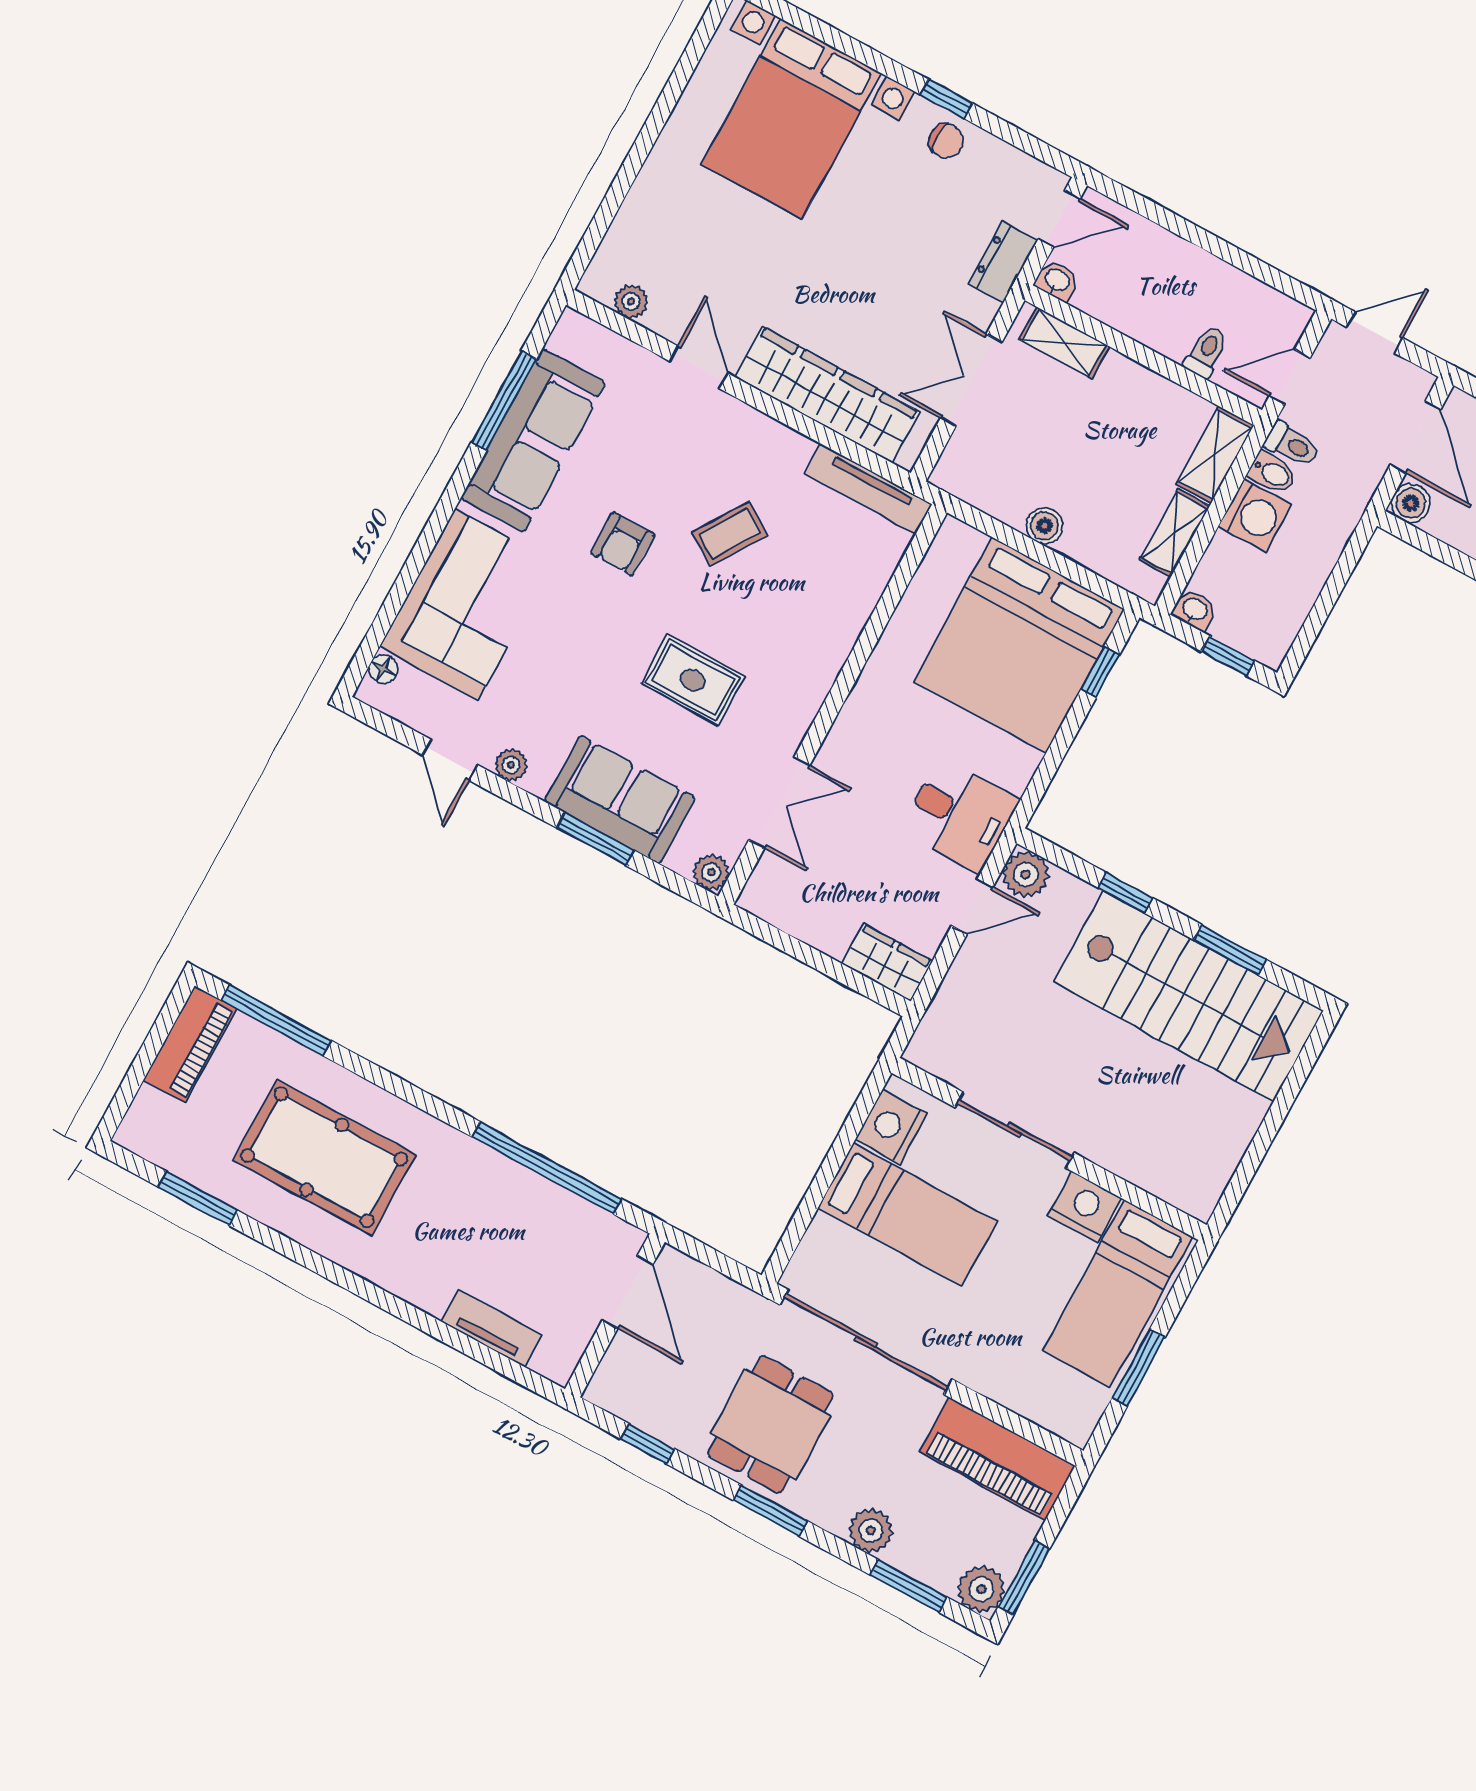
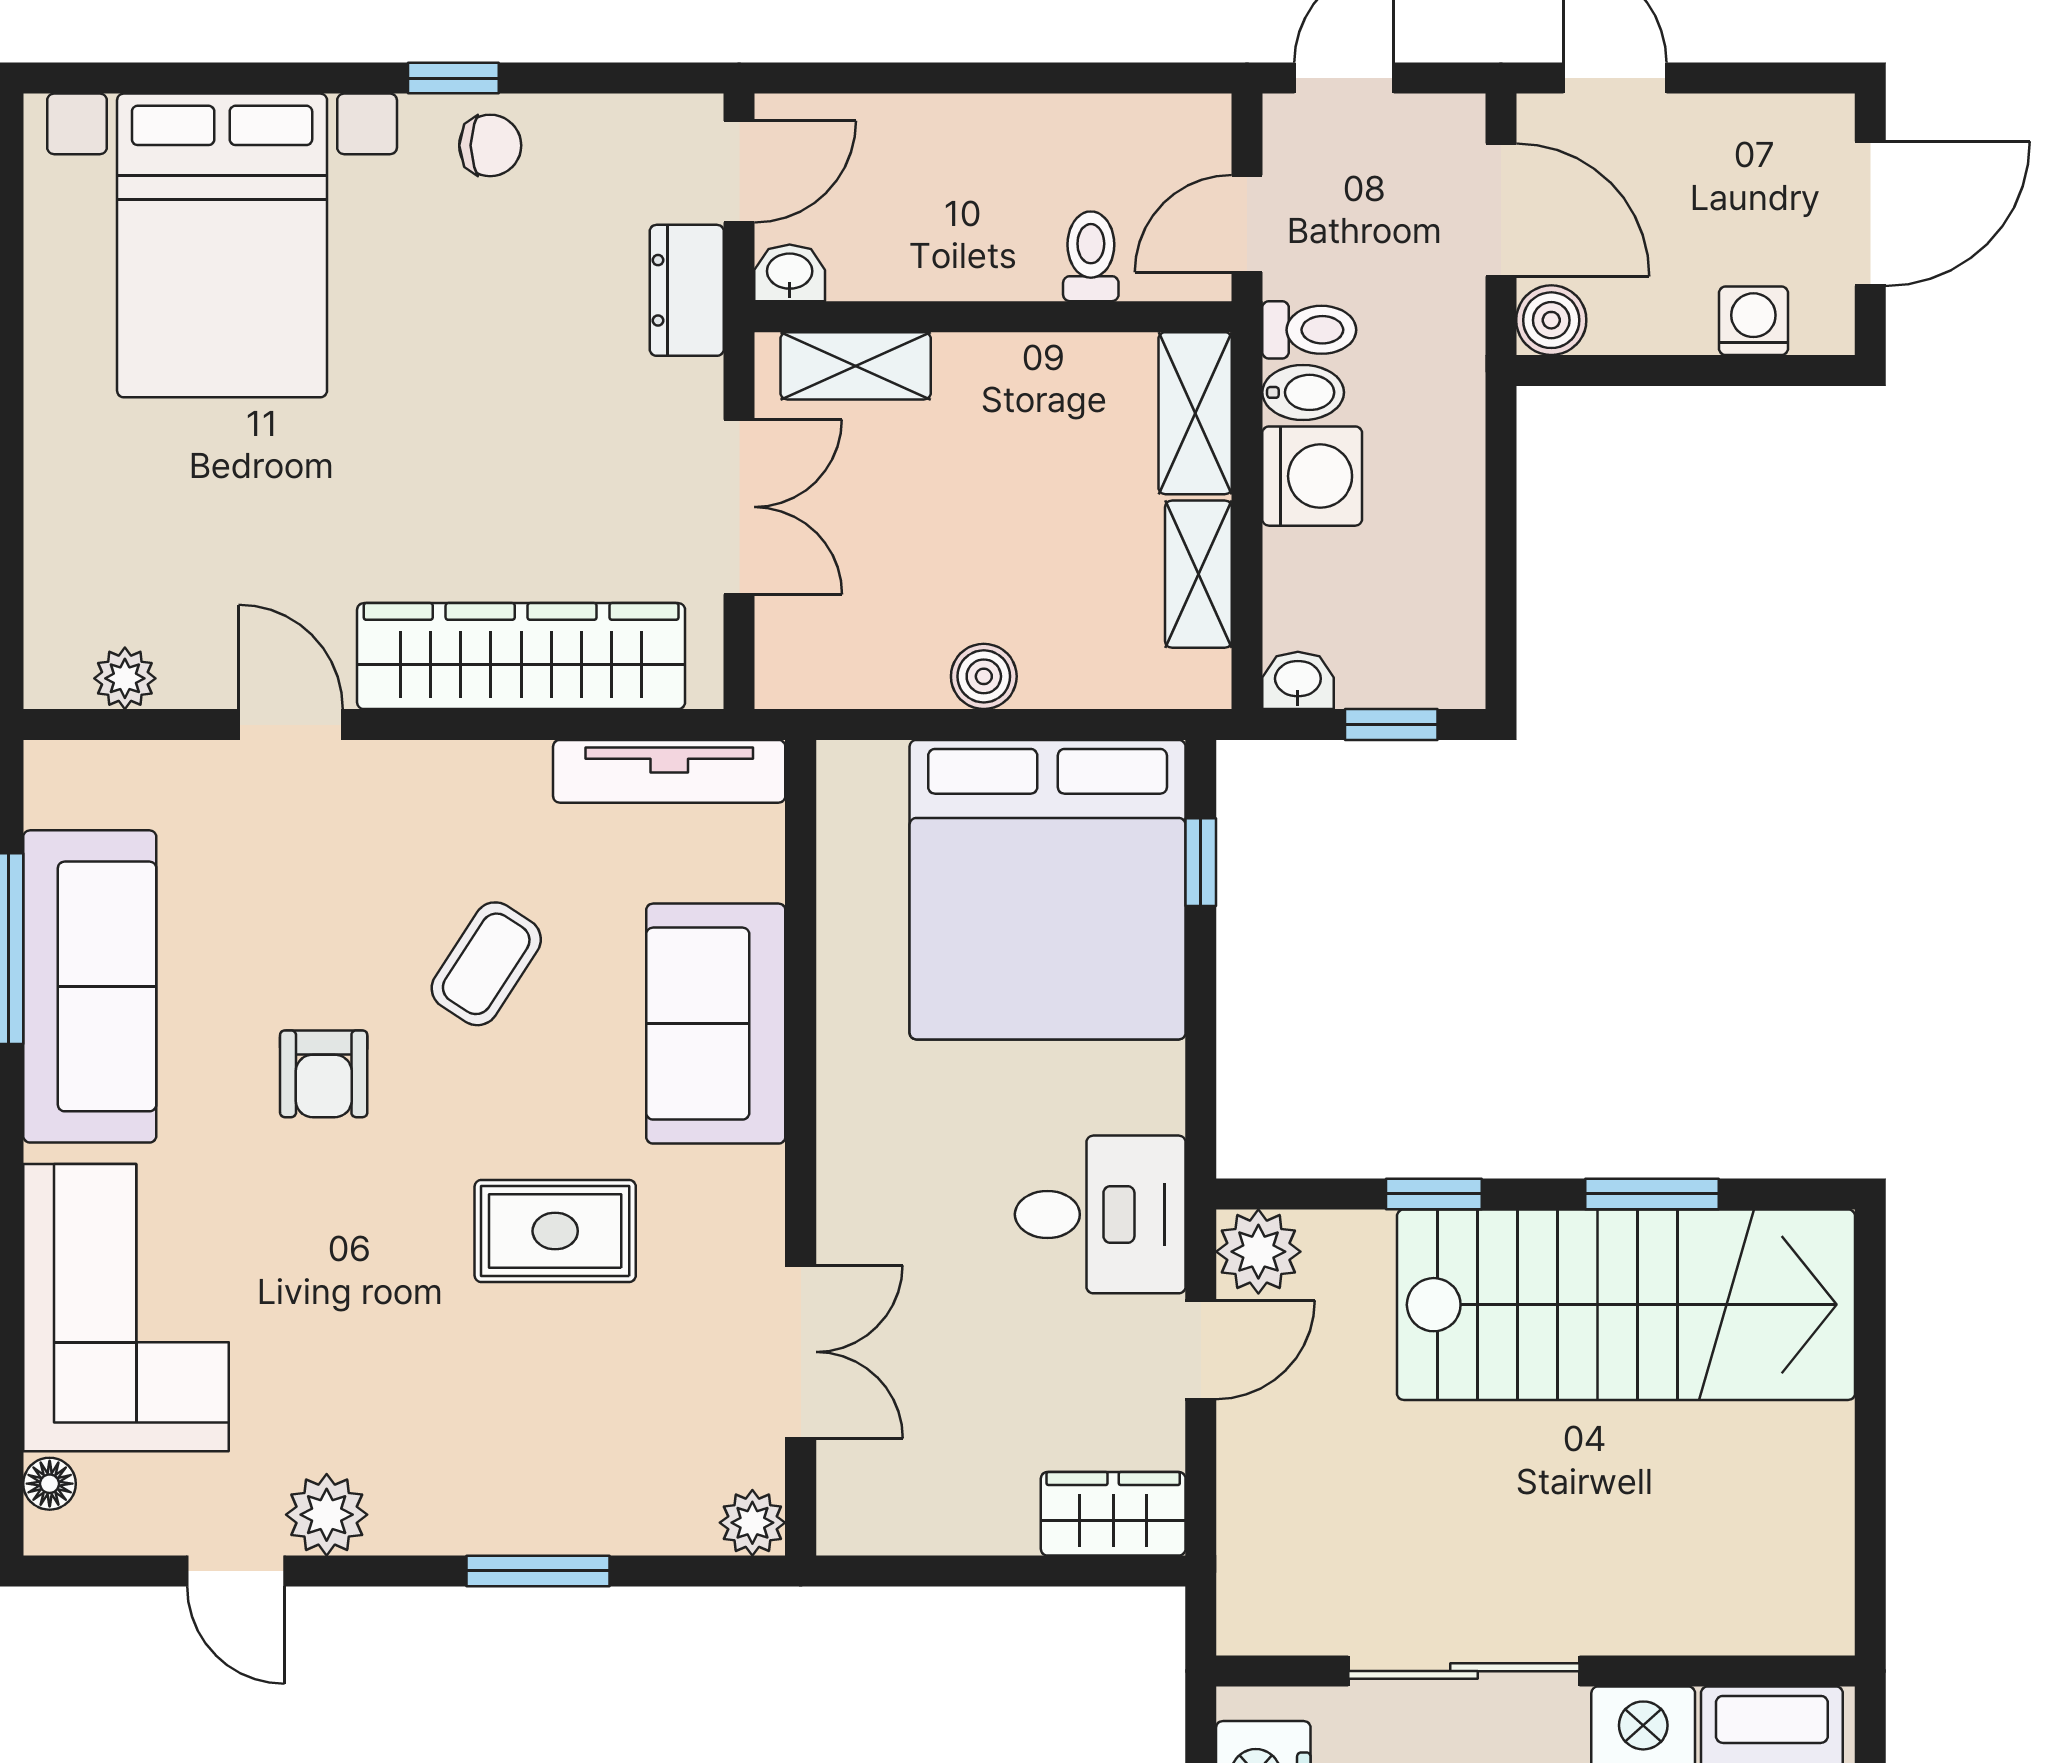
double door: (971, 380) -> (739, 507), swing flipped
plant: (511, 765) -> (327, 1515), width x1.38, depth x1.38
sofa: (620, 799) -> (716, 1024), moved, turned -90

